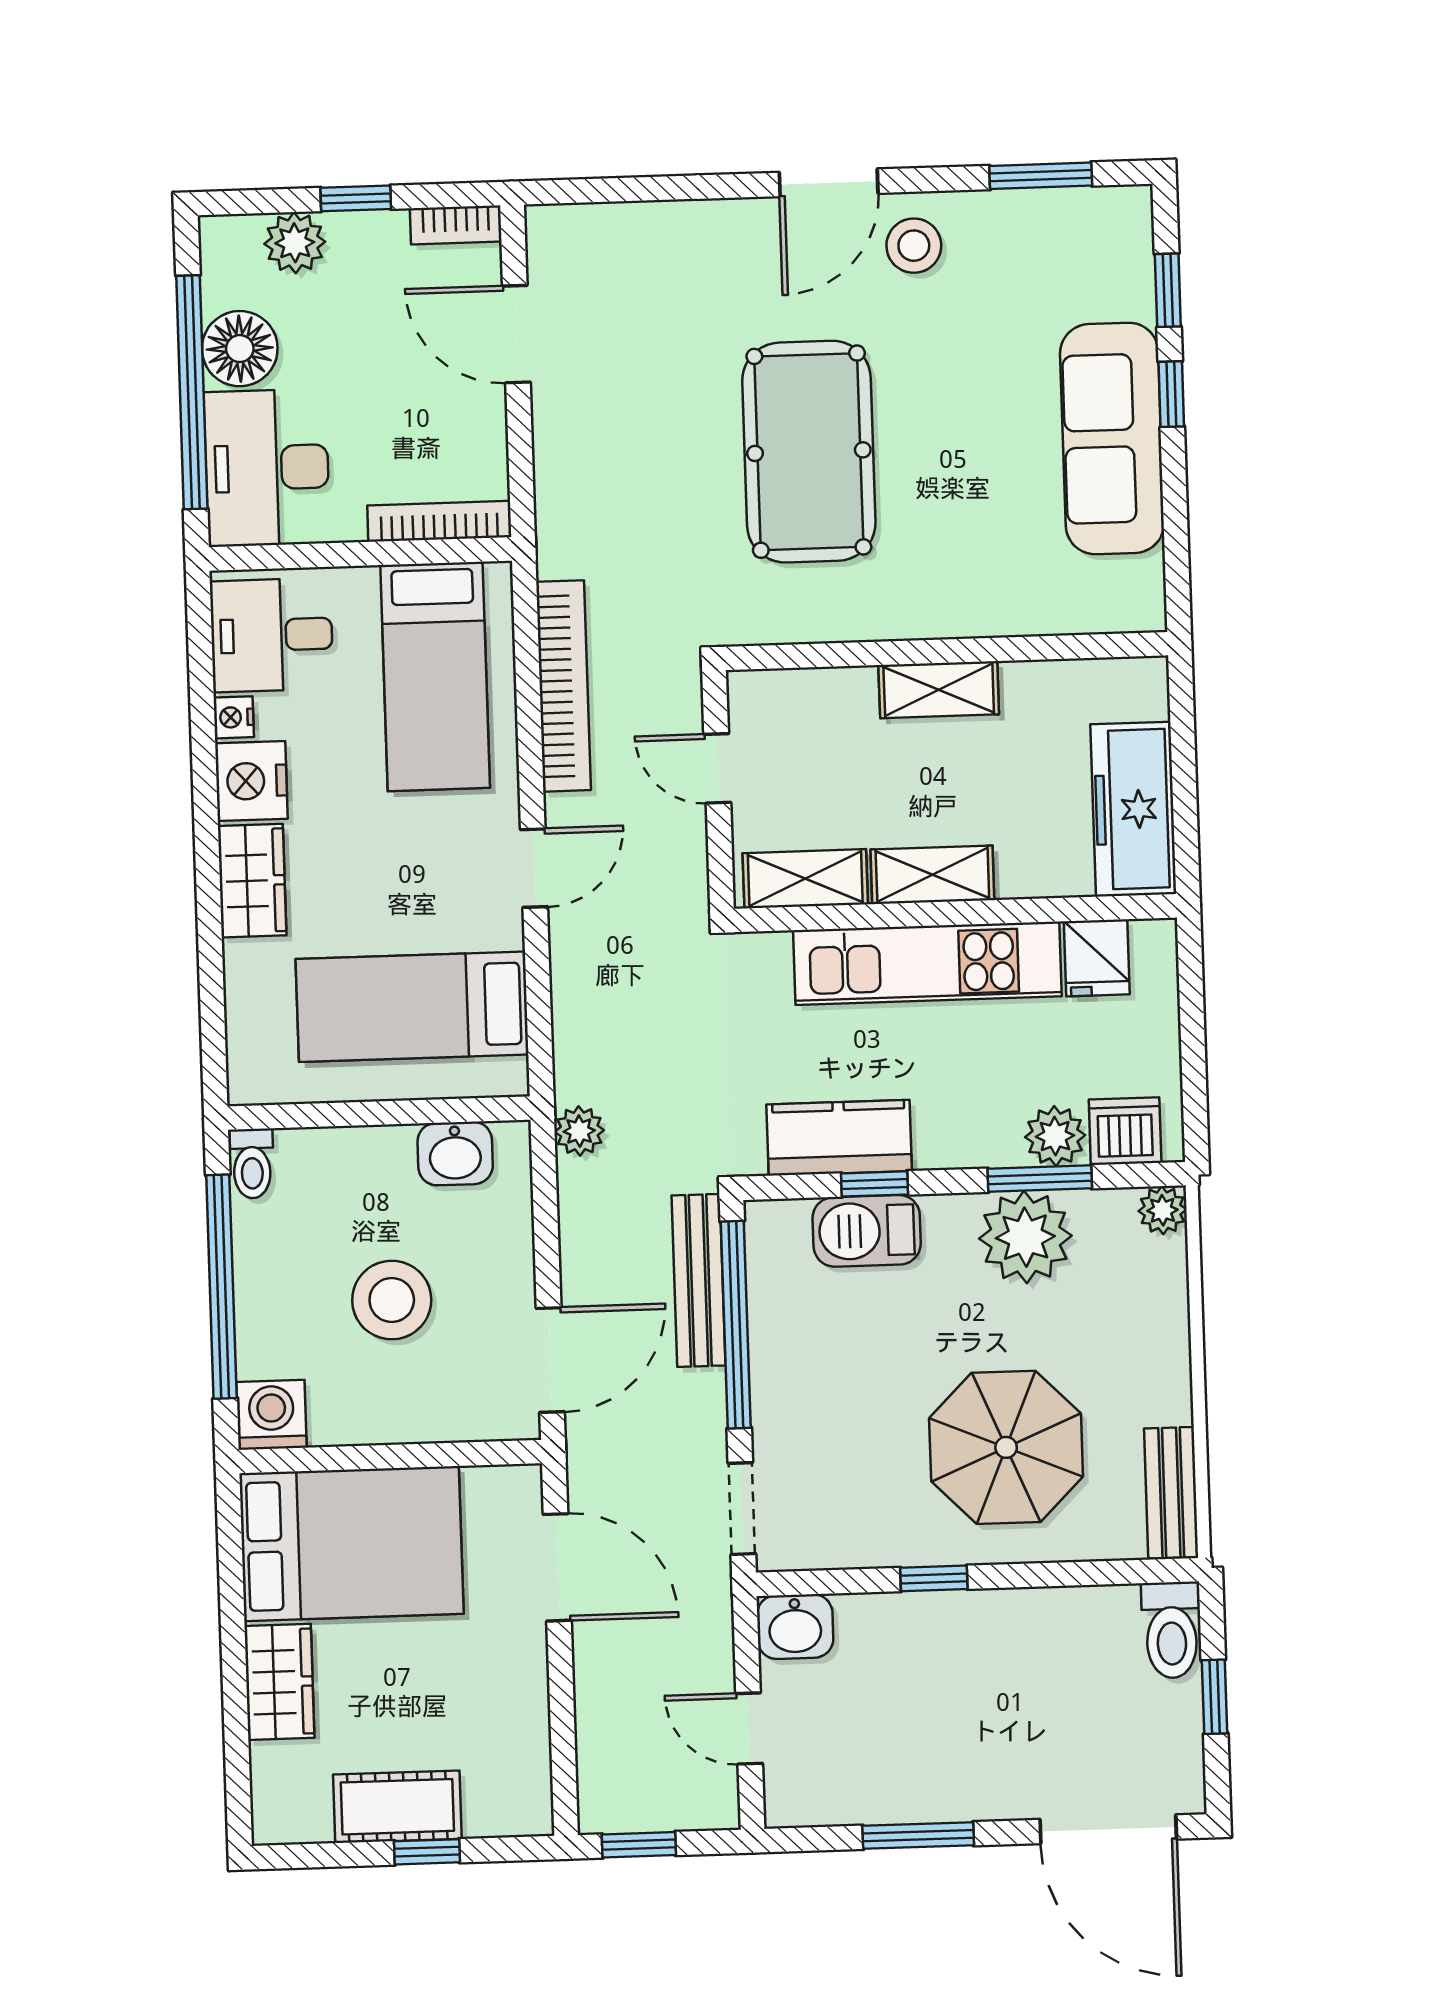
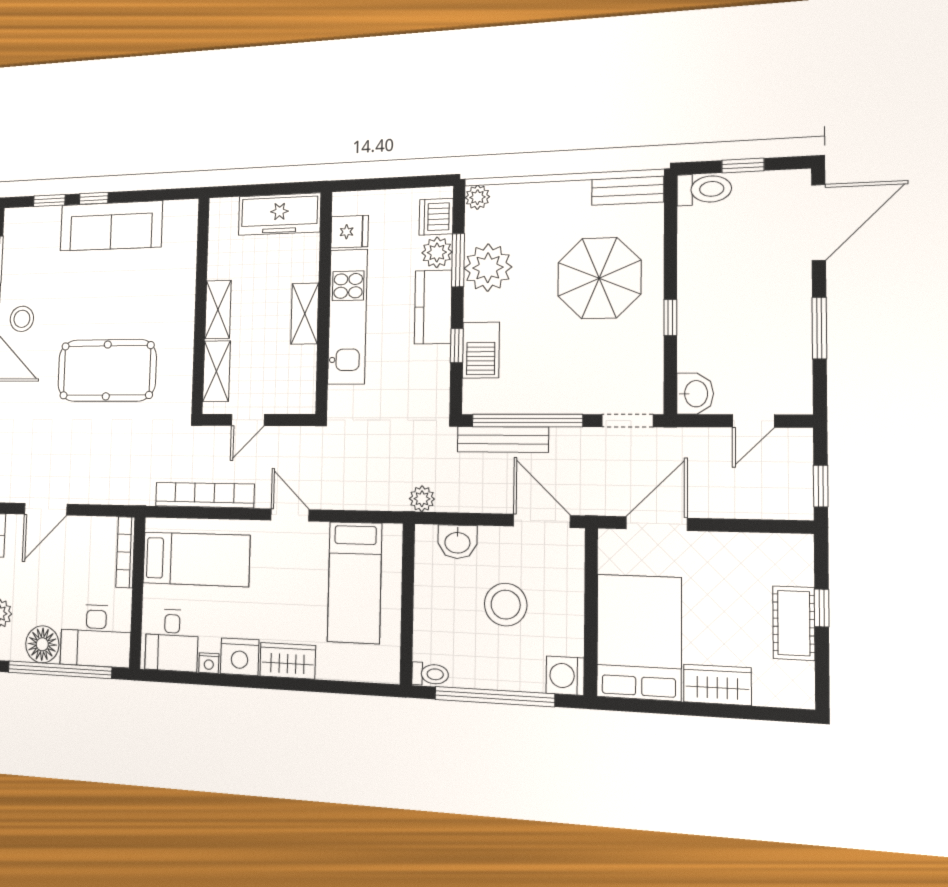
shelving: (805, 879) -> (217, 371), moved
kitchen counter: (839, 1138) -> (433, 307), moved
washbasin: (455, 1154) -> (457, 542), moved, turned 90

